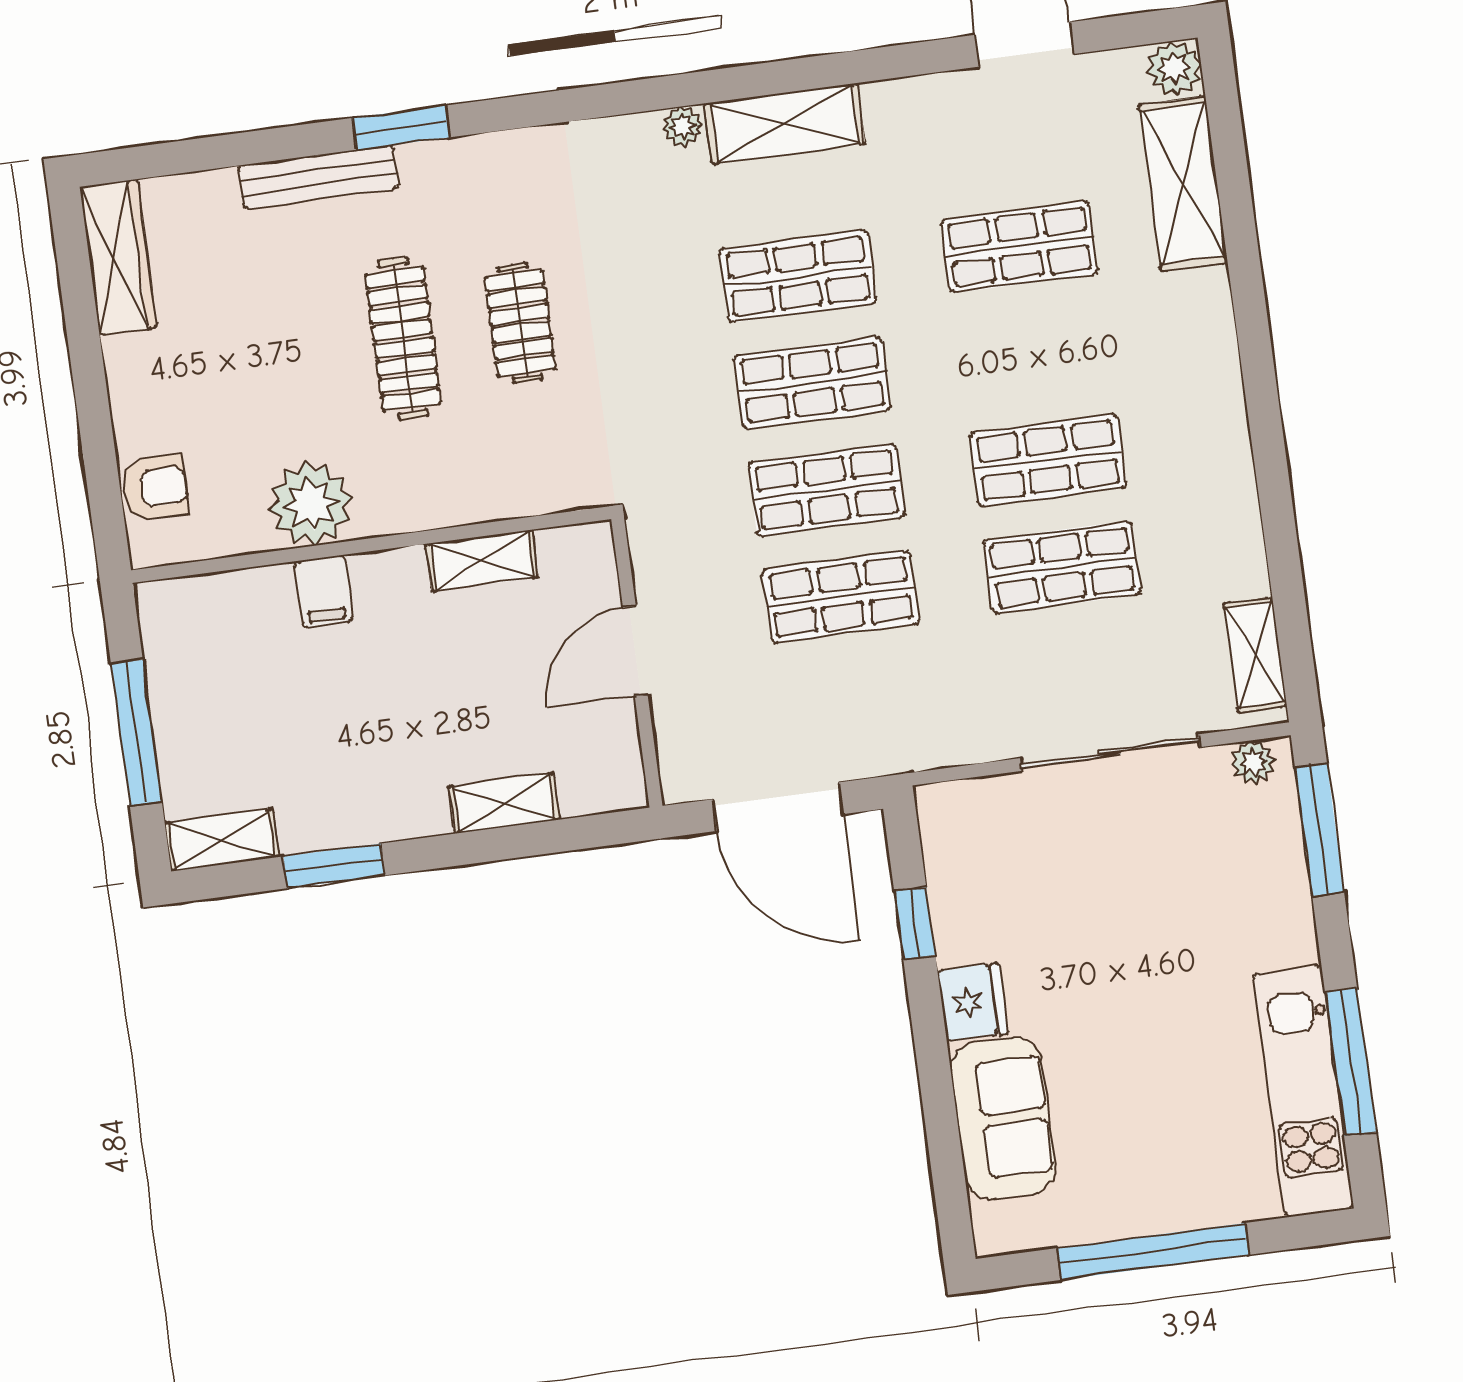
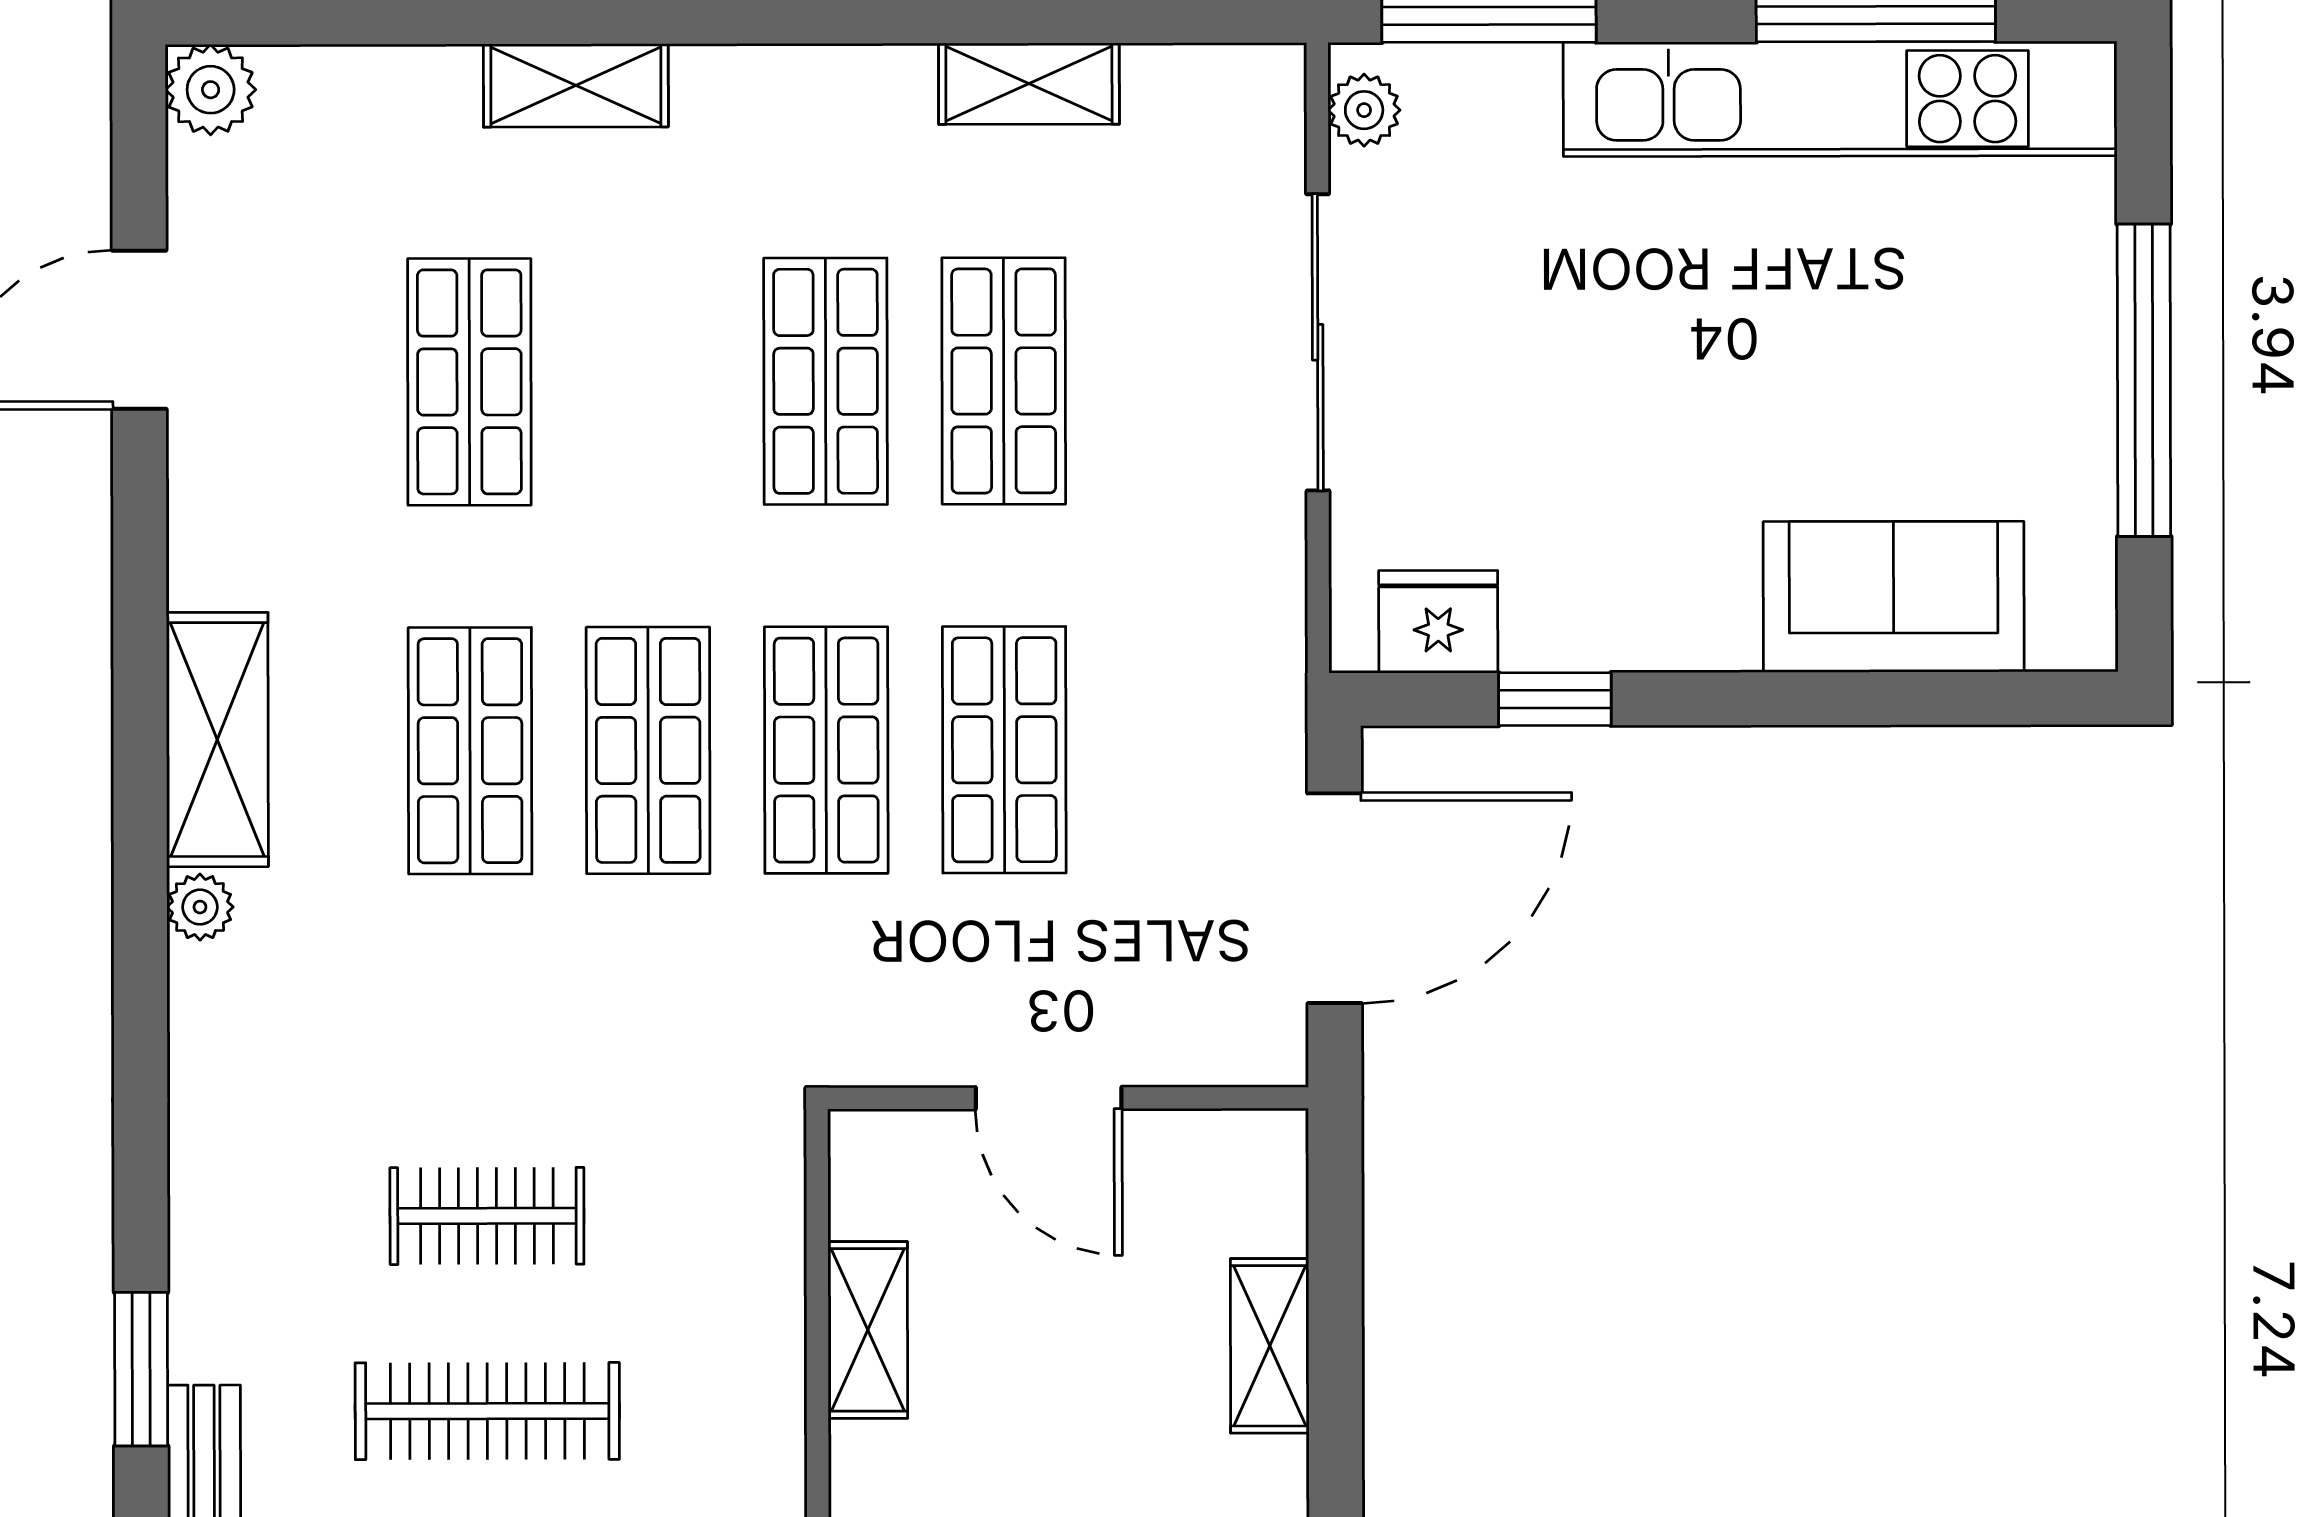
shelving: (1183, 184) -> (576, 85), moved, width x0.67, depth x0.75
shelving: (1255, 655) -> (1029, 84), moved
fridge: (973, 1002) -> (1438, 622), moved
kitchen unit: (1303, 1091) -> (1840, 99), width x1.36

